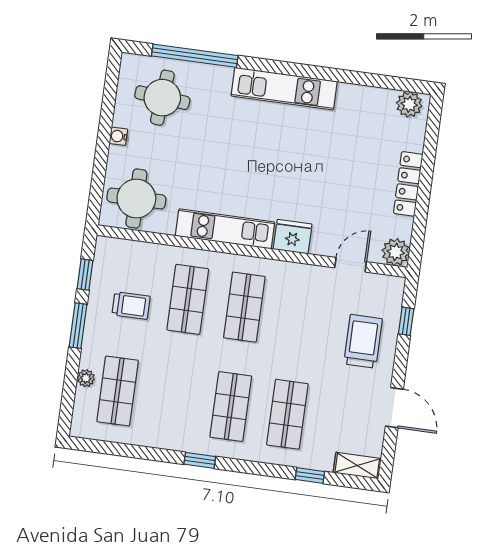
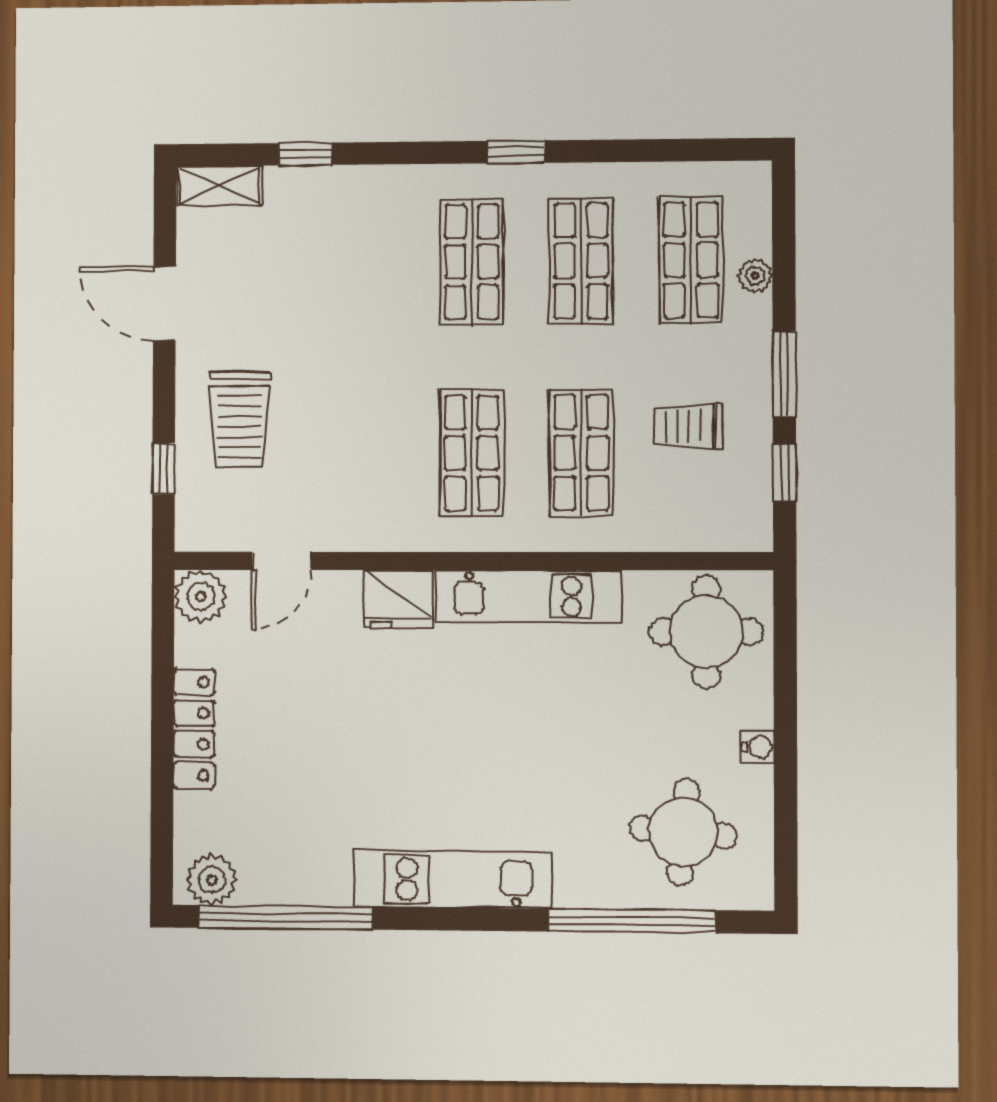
window: (373, 80) -> (285, 917), added
shop shelf: (287, 414) -> (581, 261), moved

